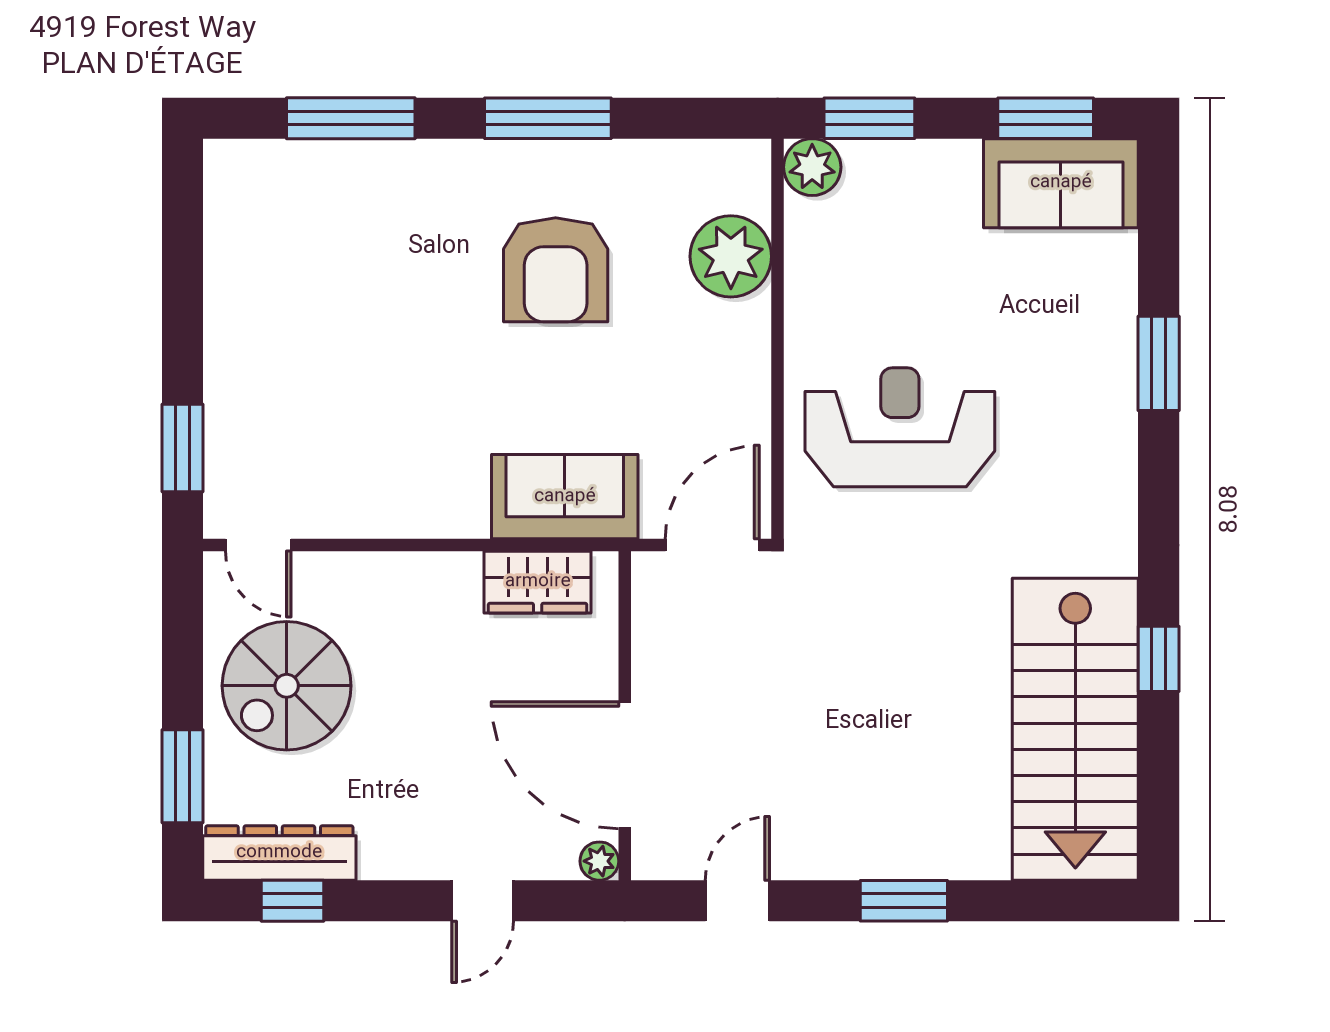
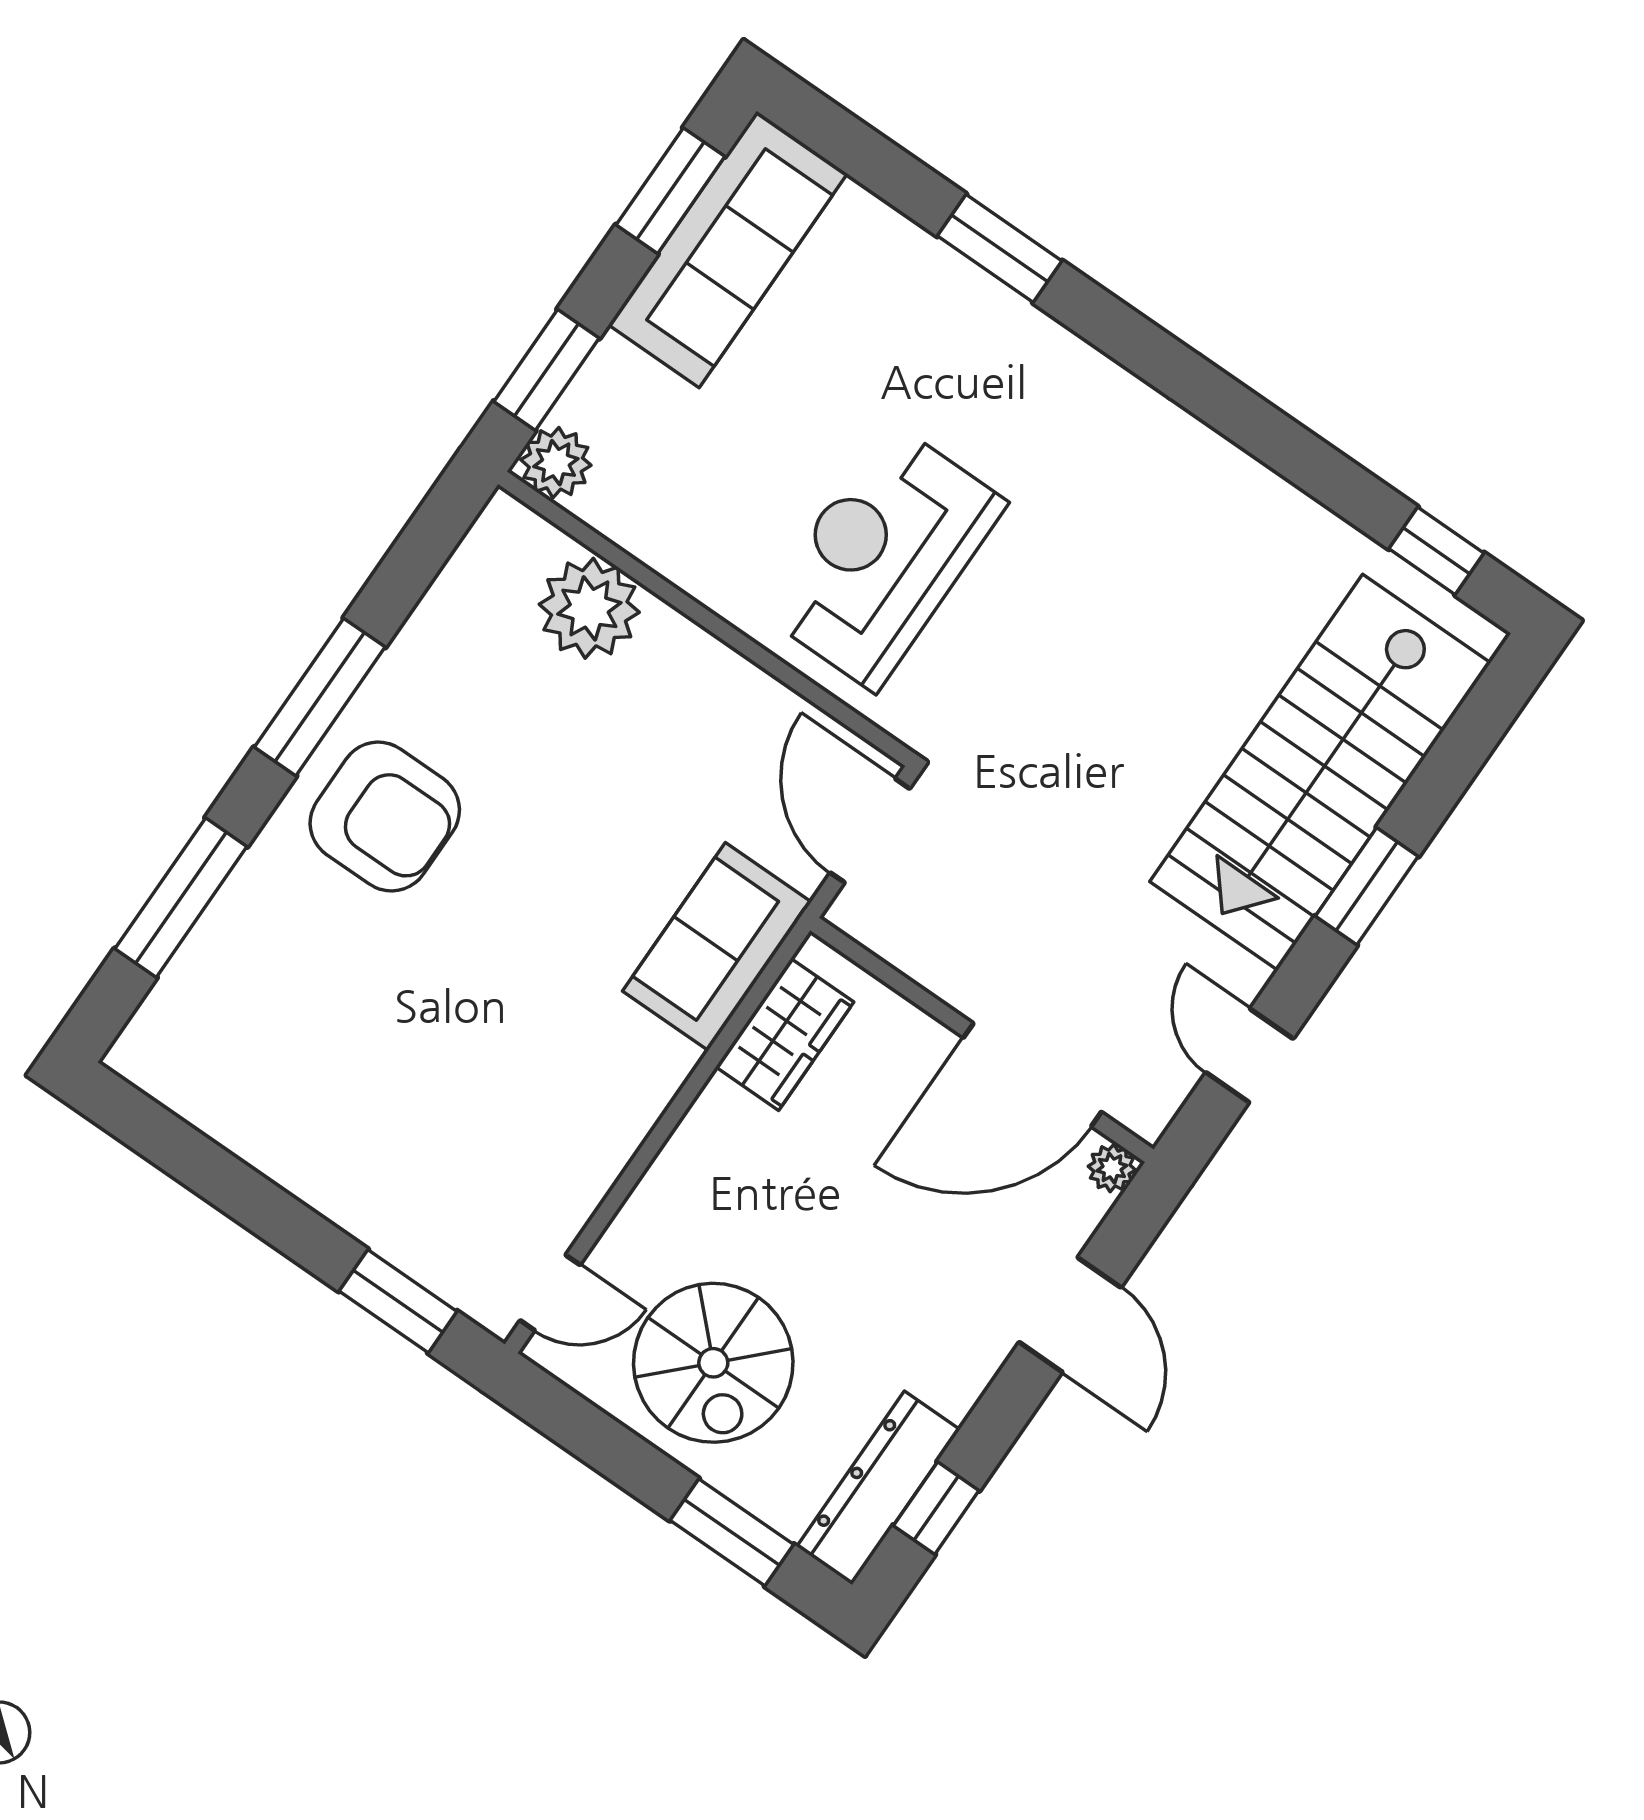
sofa: (1061, 183) -> (728, 249), width x1.36
armchair: (556, 270) -> (385, 817), moved
window: (1159, 659) -> (1436, 551), moved
stairs: (1075, 729) -> (1320, 772), moved, turned 90
door: (483, 901) -> (1070, 1315), width x1.38

